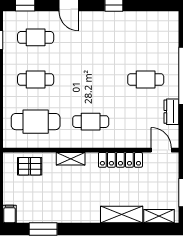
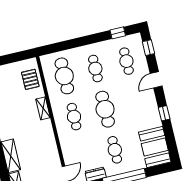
booth: (154, 27) -> (155, 147), added
cafe table: (91, 80) -> (105, 109), added
locker: (120, 160) -> (51, 145), removed

